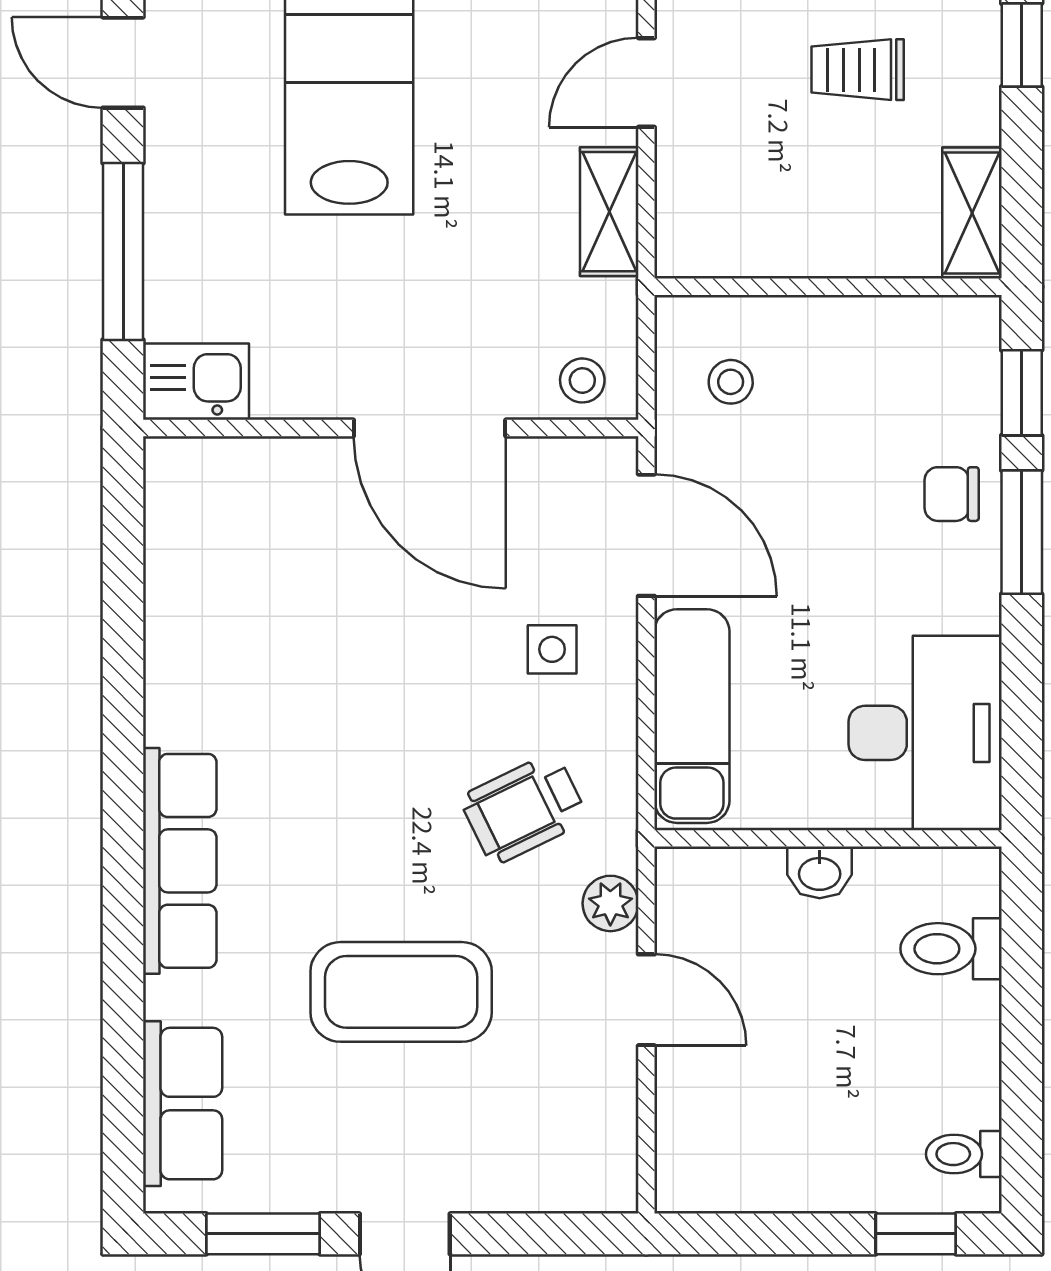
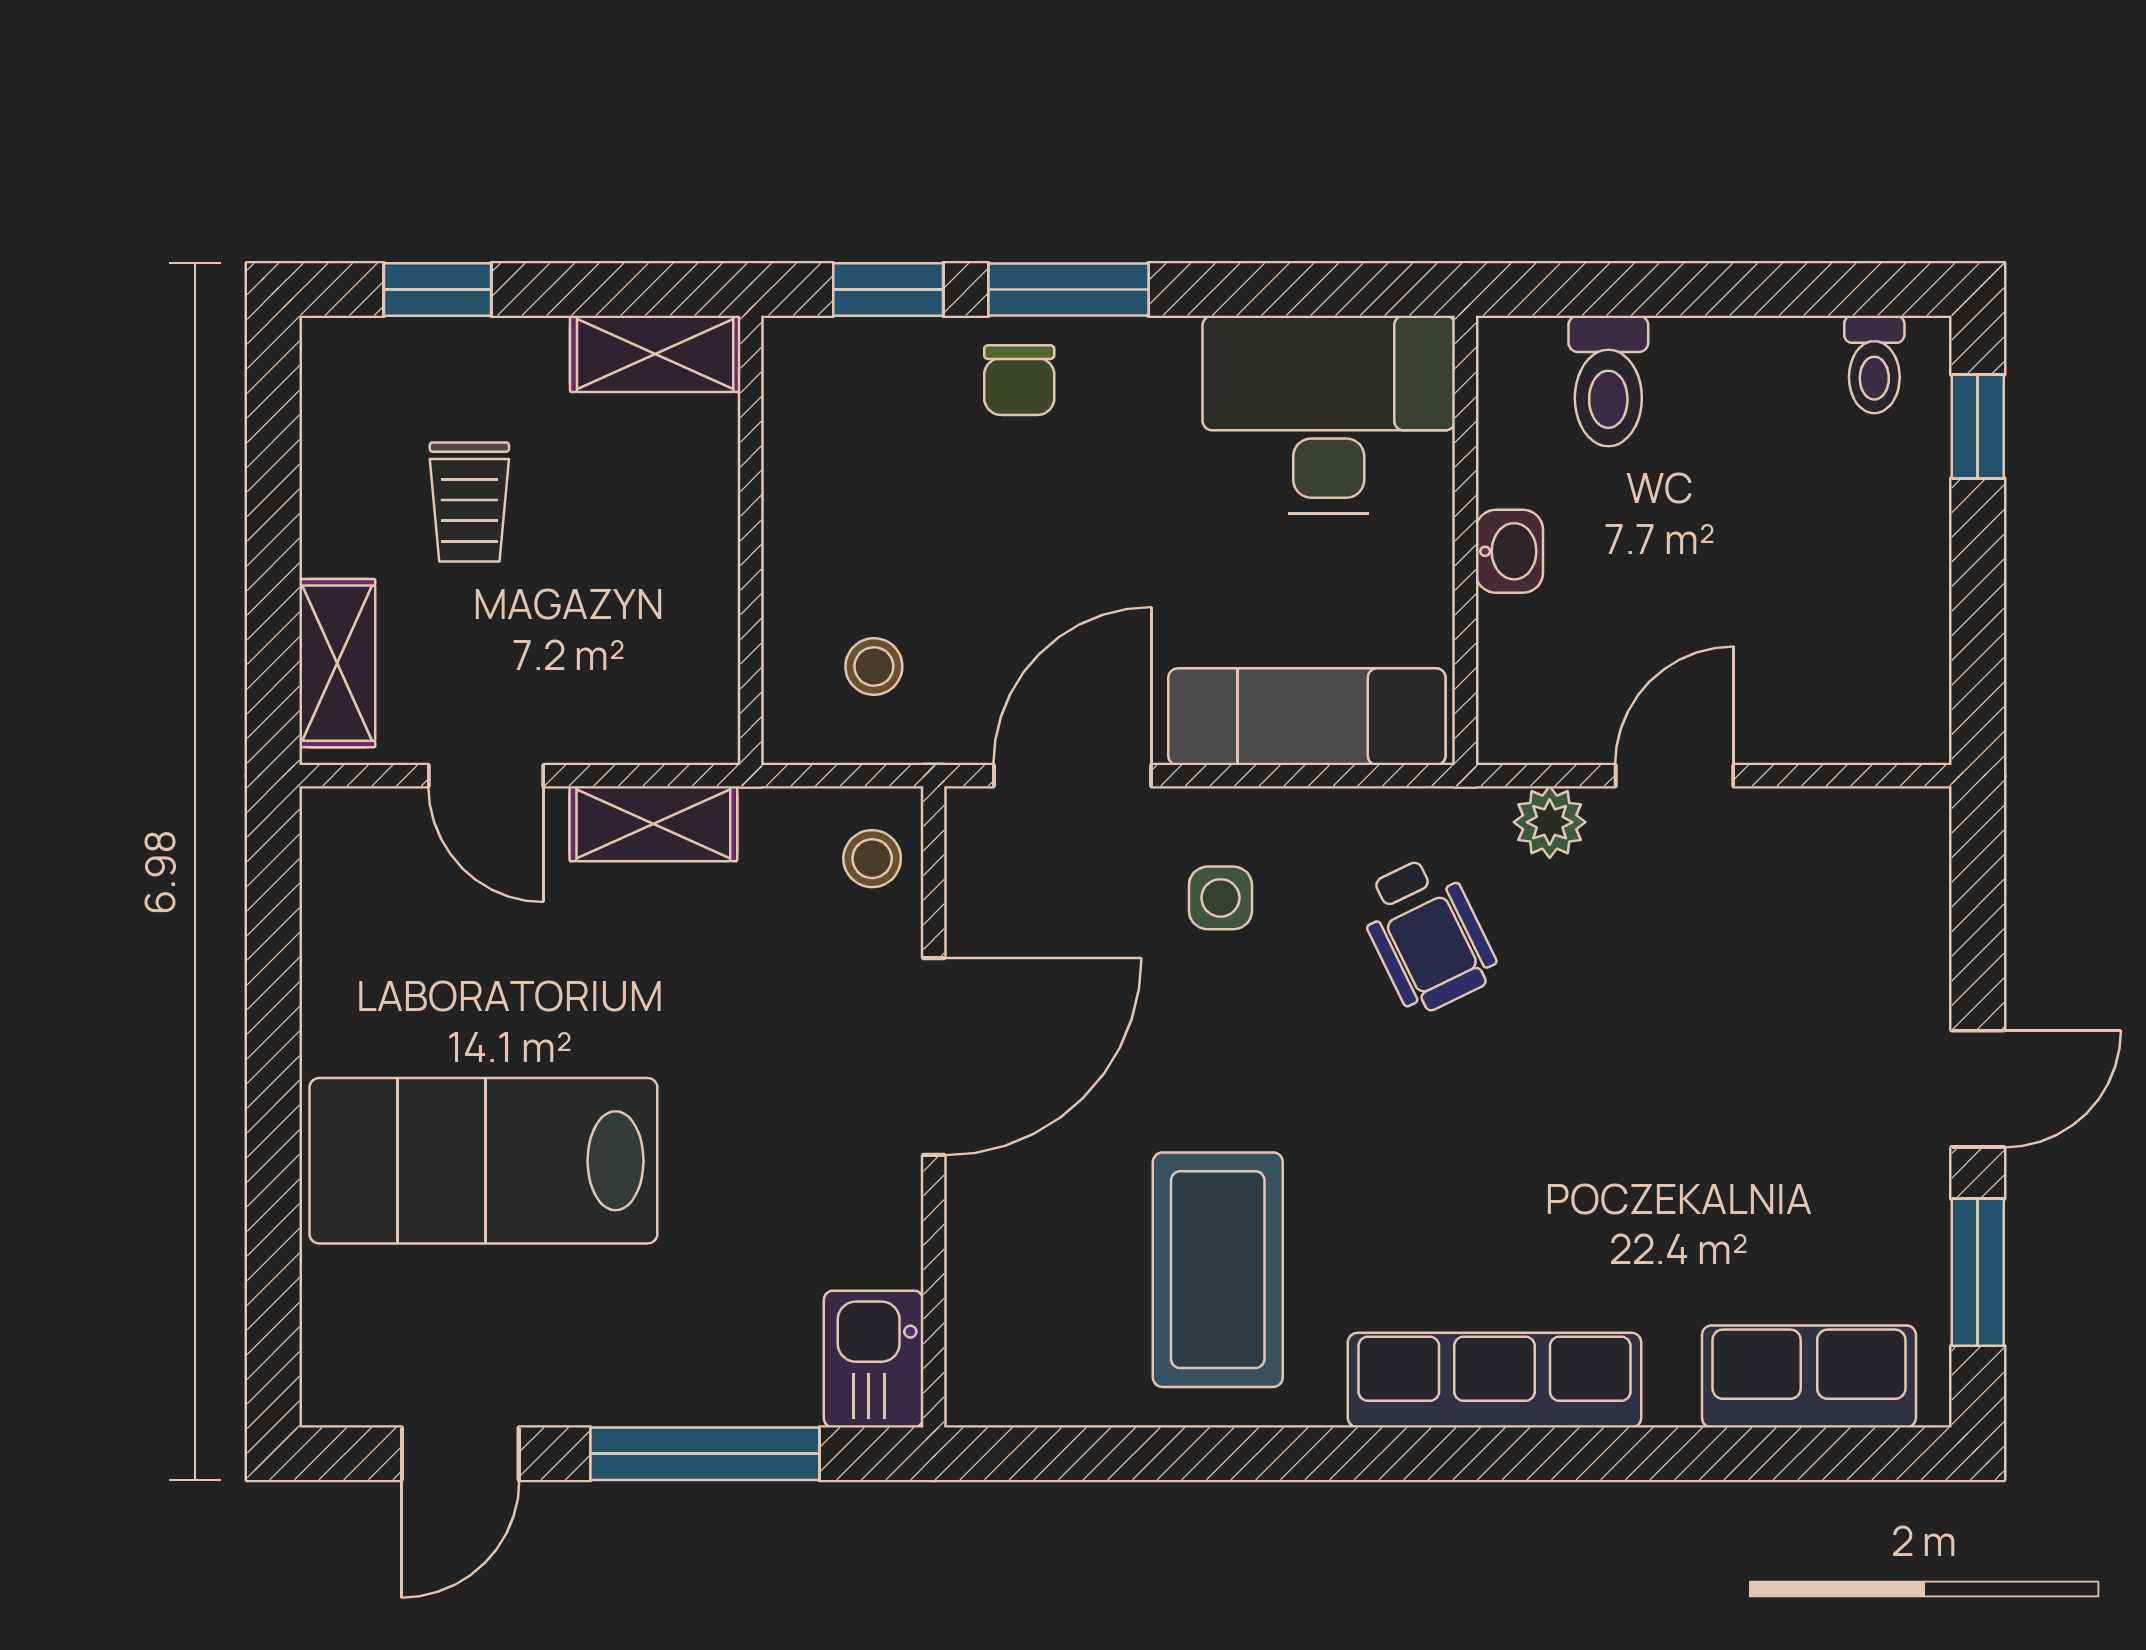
coffee table: (401, 992) -> (1218, 1270), moved

